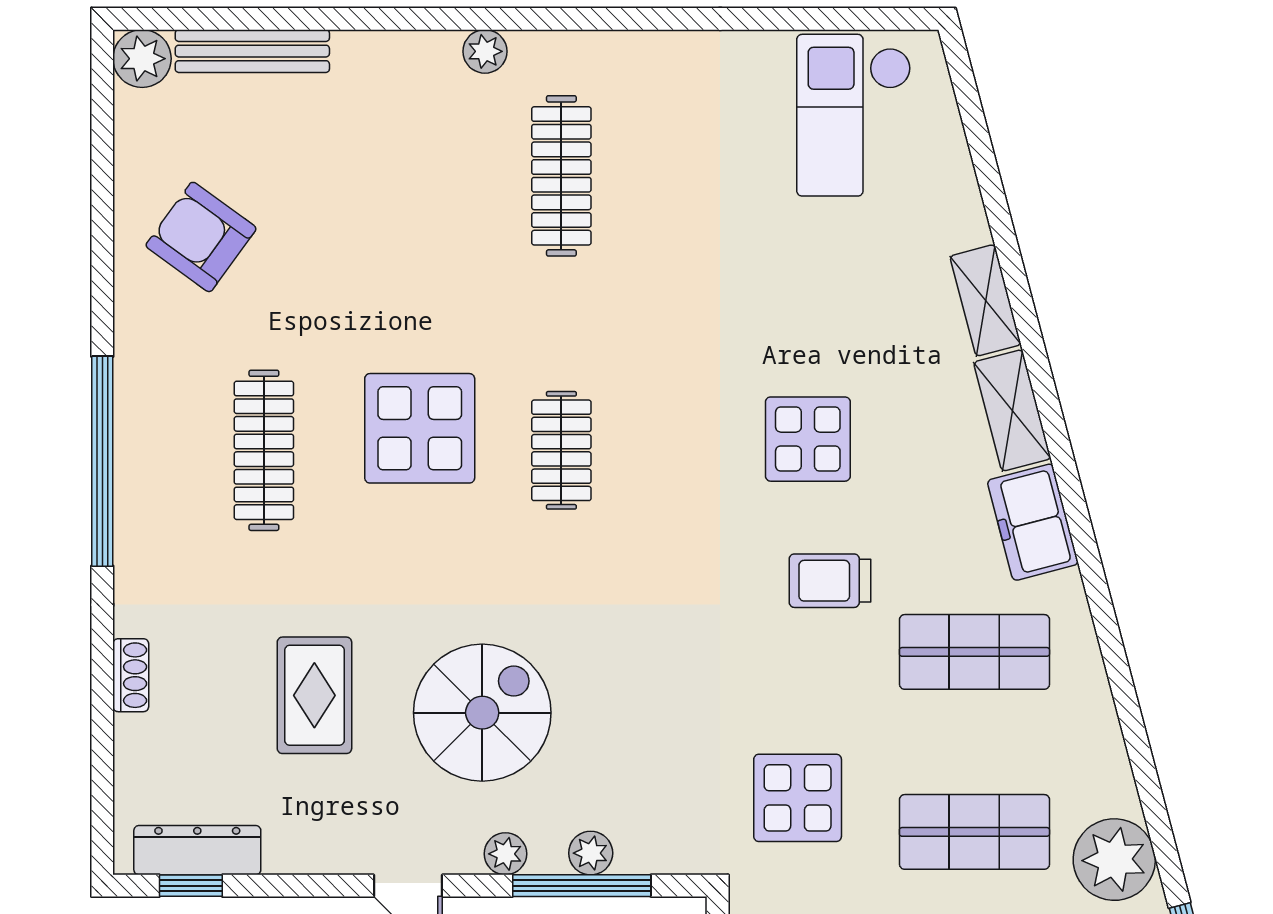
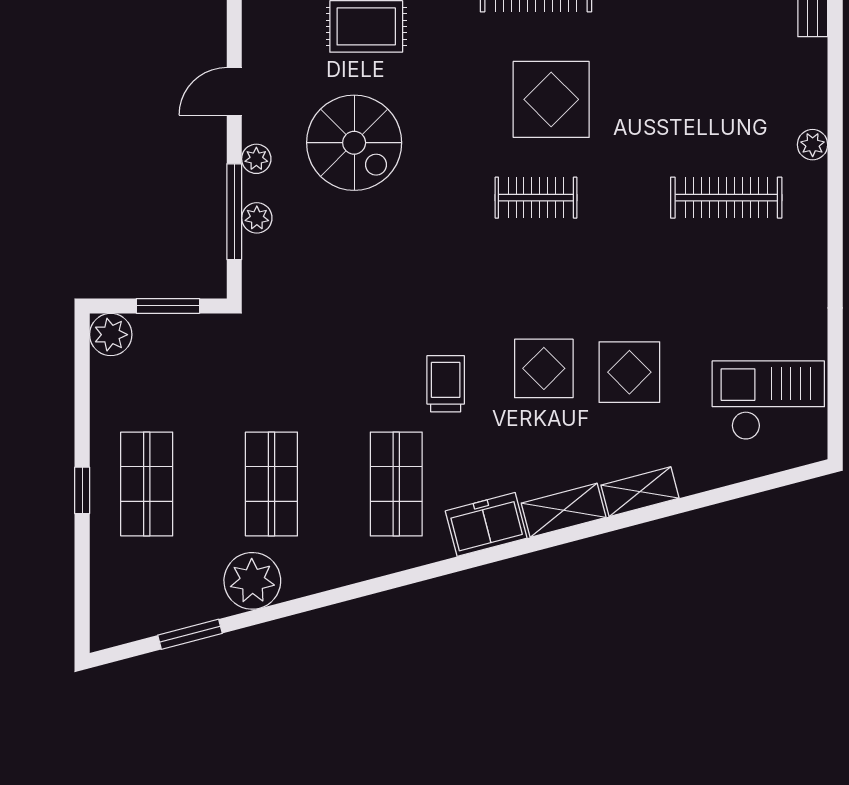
display table: (798, 798) -> (629, 372), moved

